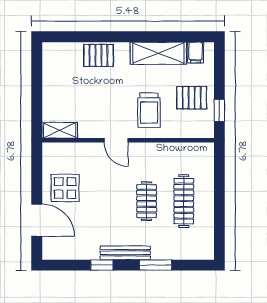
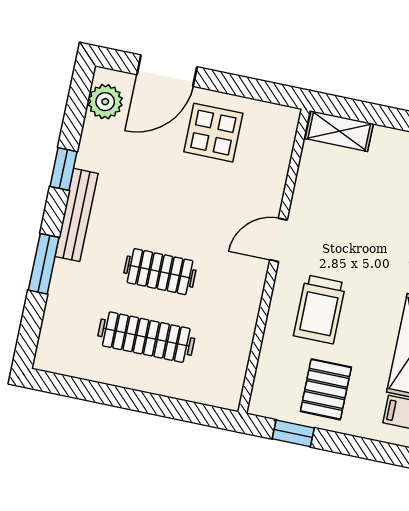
trolley: (149, 110) -> (320, 309), turned -90
shelving: (60, 130) -> (339, 131), moved, turned 90
plant: (61, 250) -> (105, 102), added

